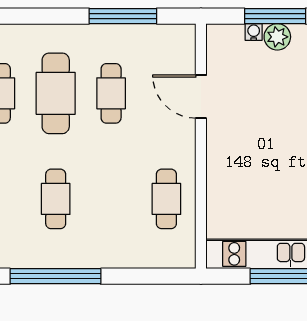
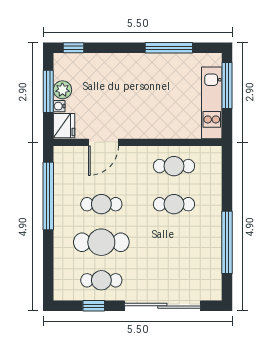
window: (123, 16) -> (48, 196), width x1.46
fridge: (225, 39) -> (64, 126), added
cafe table: (56, 199) -> (174, 204), moved

